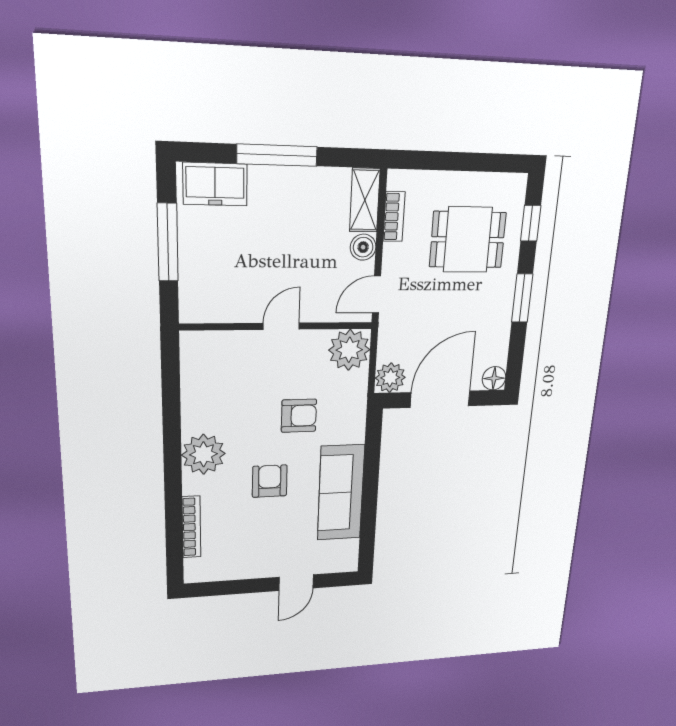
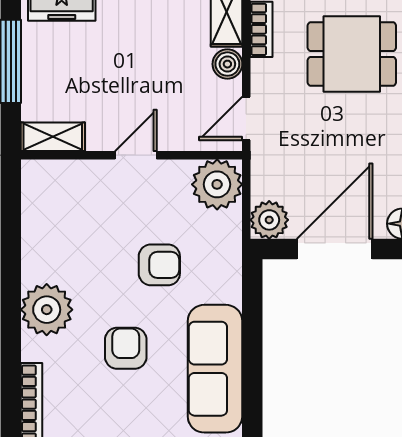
shelving: (208, 311) -> (53, 137), added

